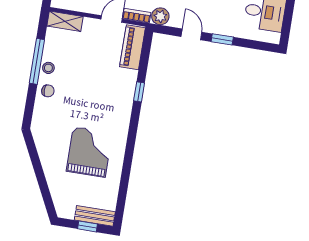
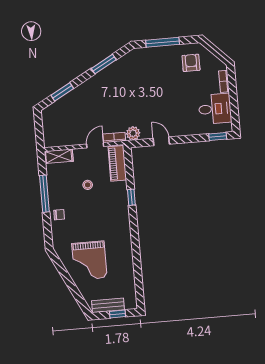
window: (222, 39) -> (218, 136), moved
stool: (48, 68) -> (88, 185), moved
grand piano: (89, 152) -> (89, 261), moved, turned 180
bench: (95, 216) -> (108, 305), moved

